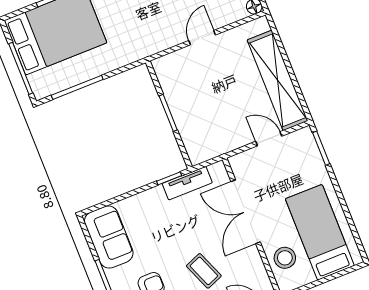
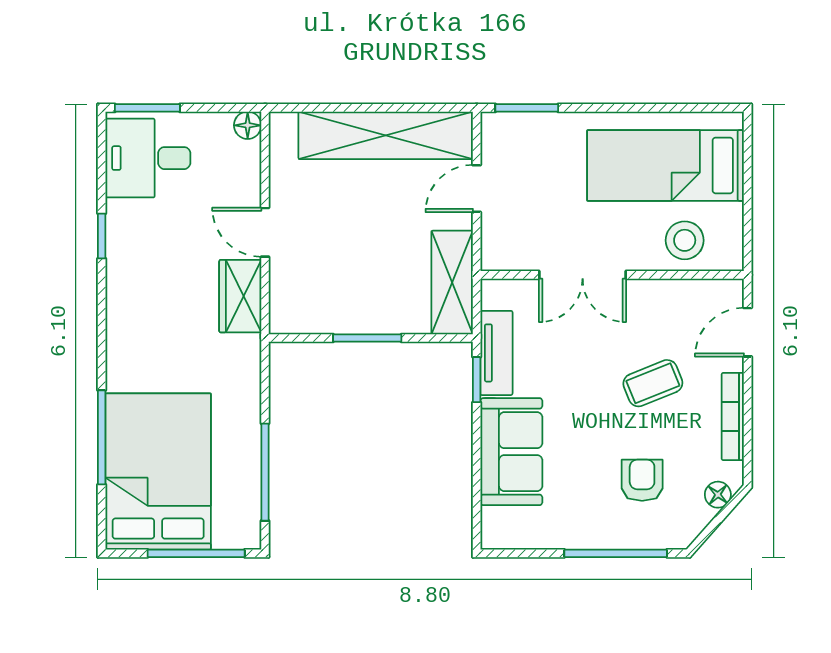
wardrobe: (164, 38) -> (240, 296), added
shelving: (215, 146) -> (452, 282), added
double door: (246, 212) -> (583, 275), width x0.73
sofa: (109, 237) -> (511, 452), moved, turned 90

